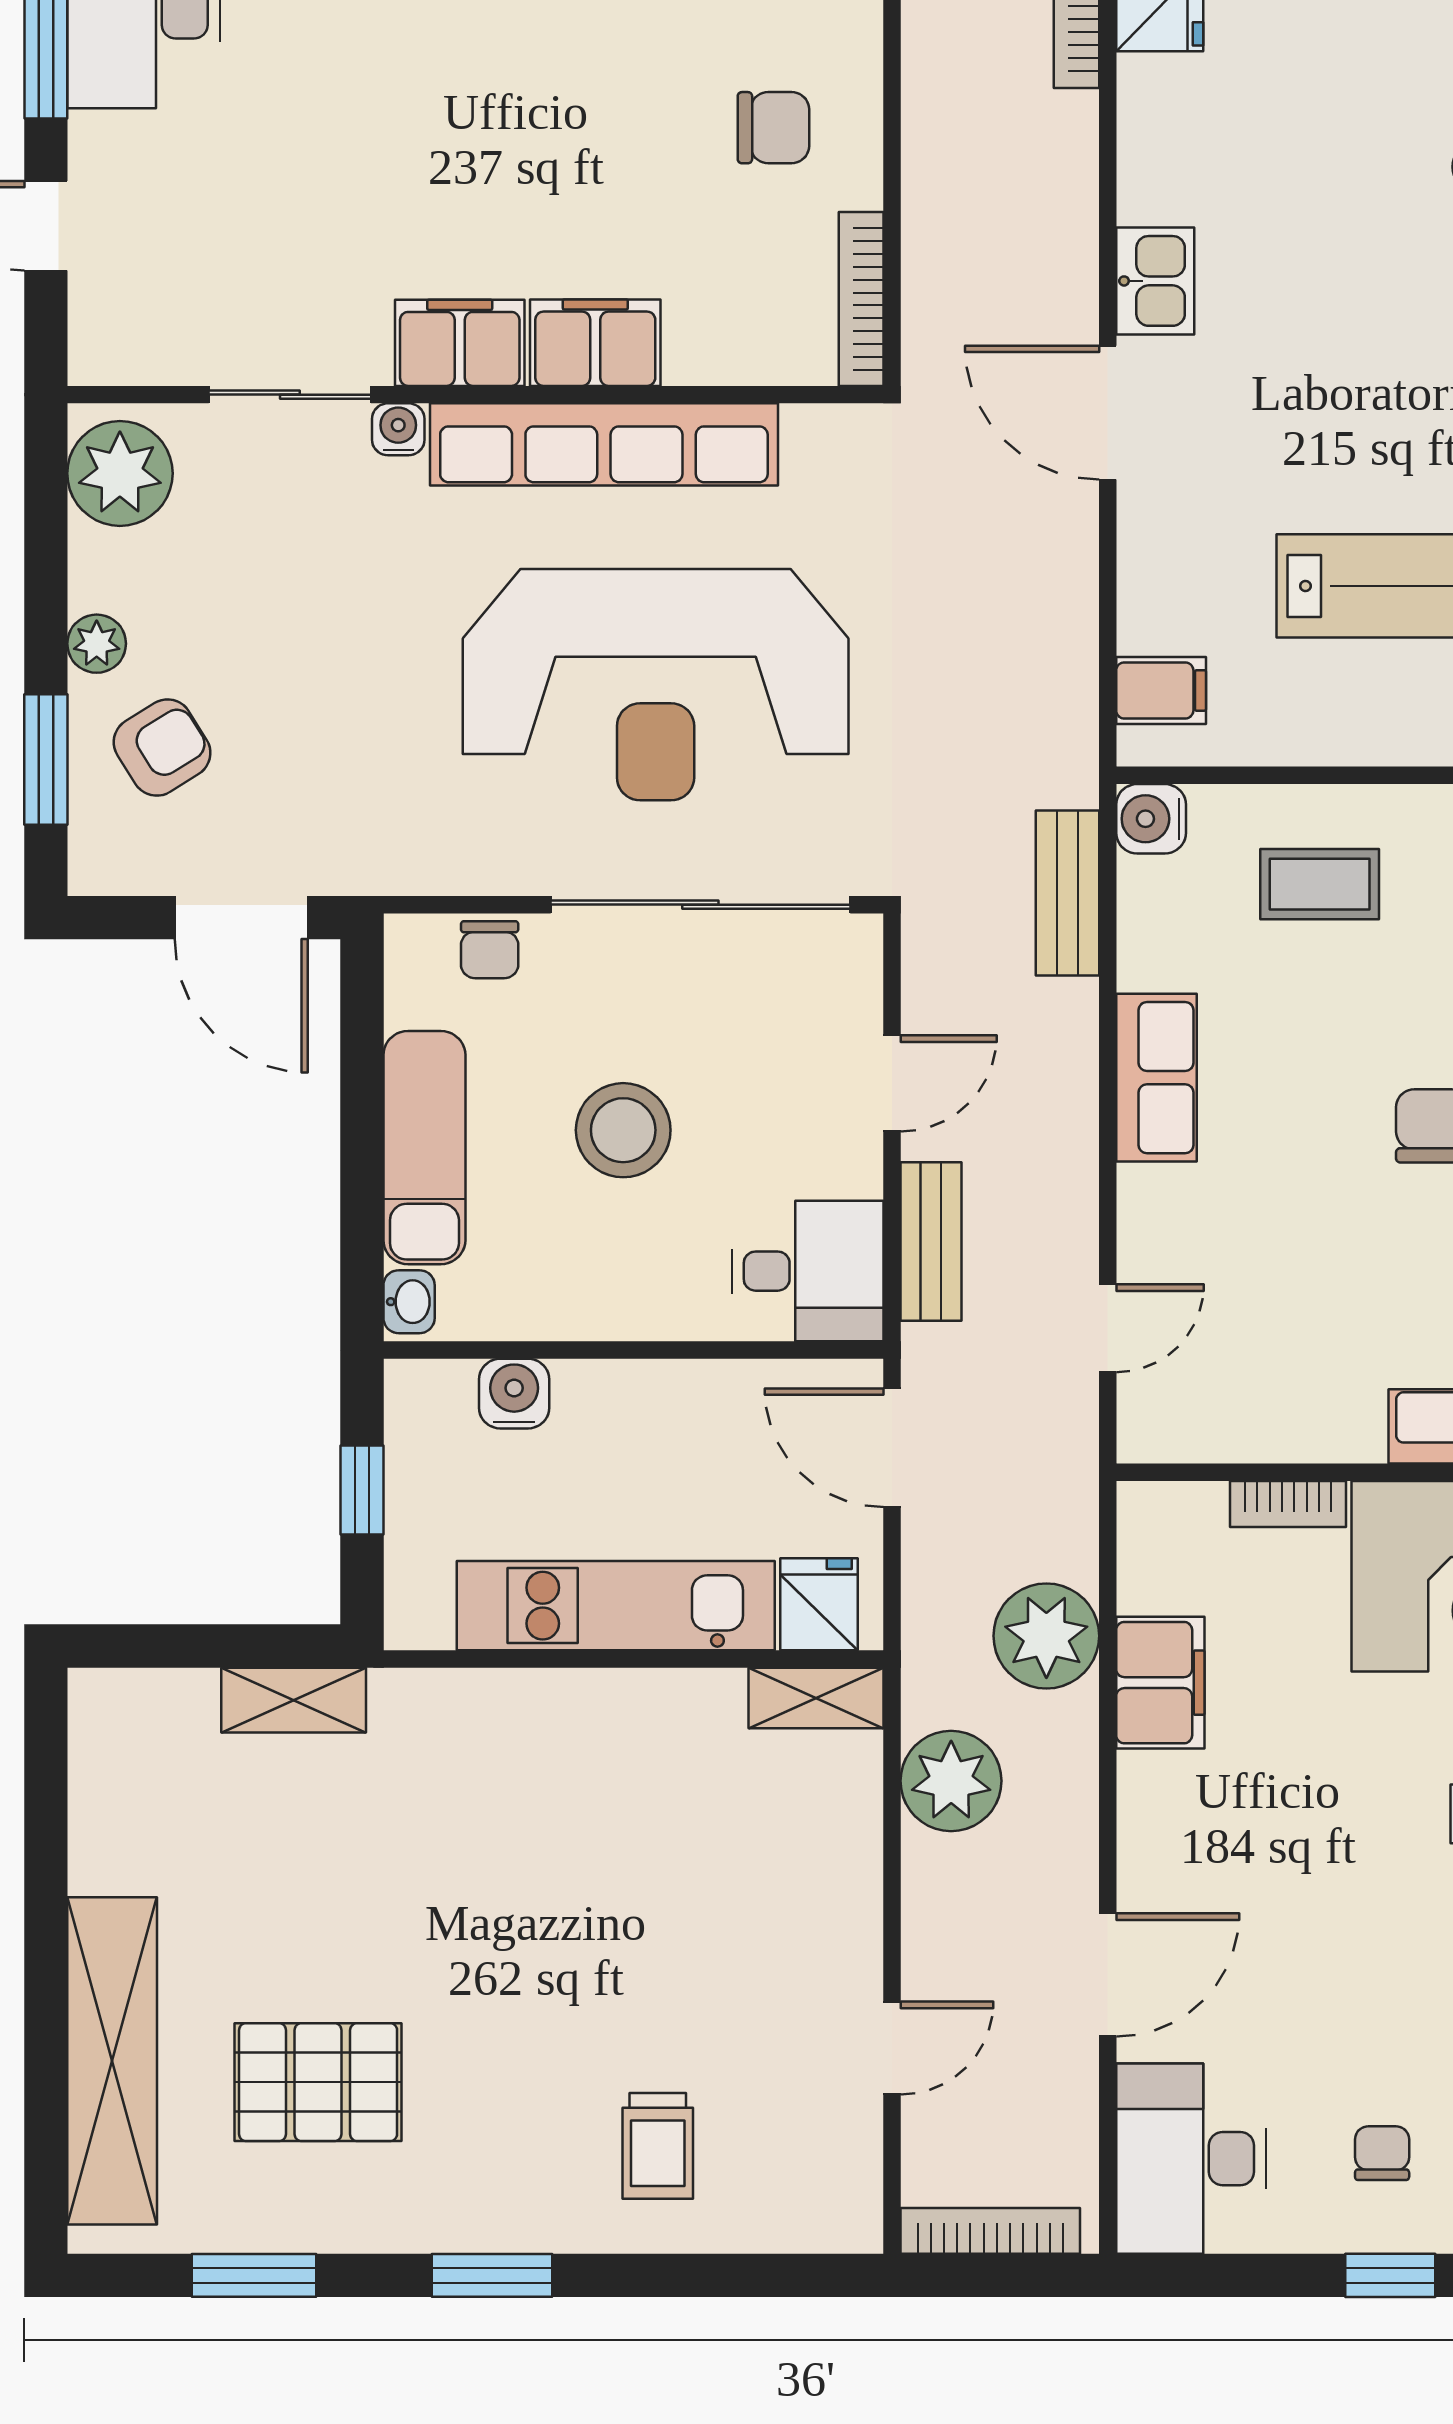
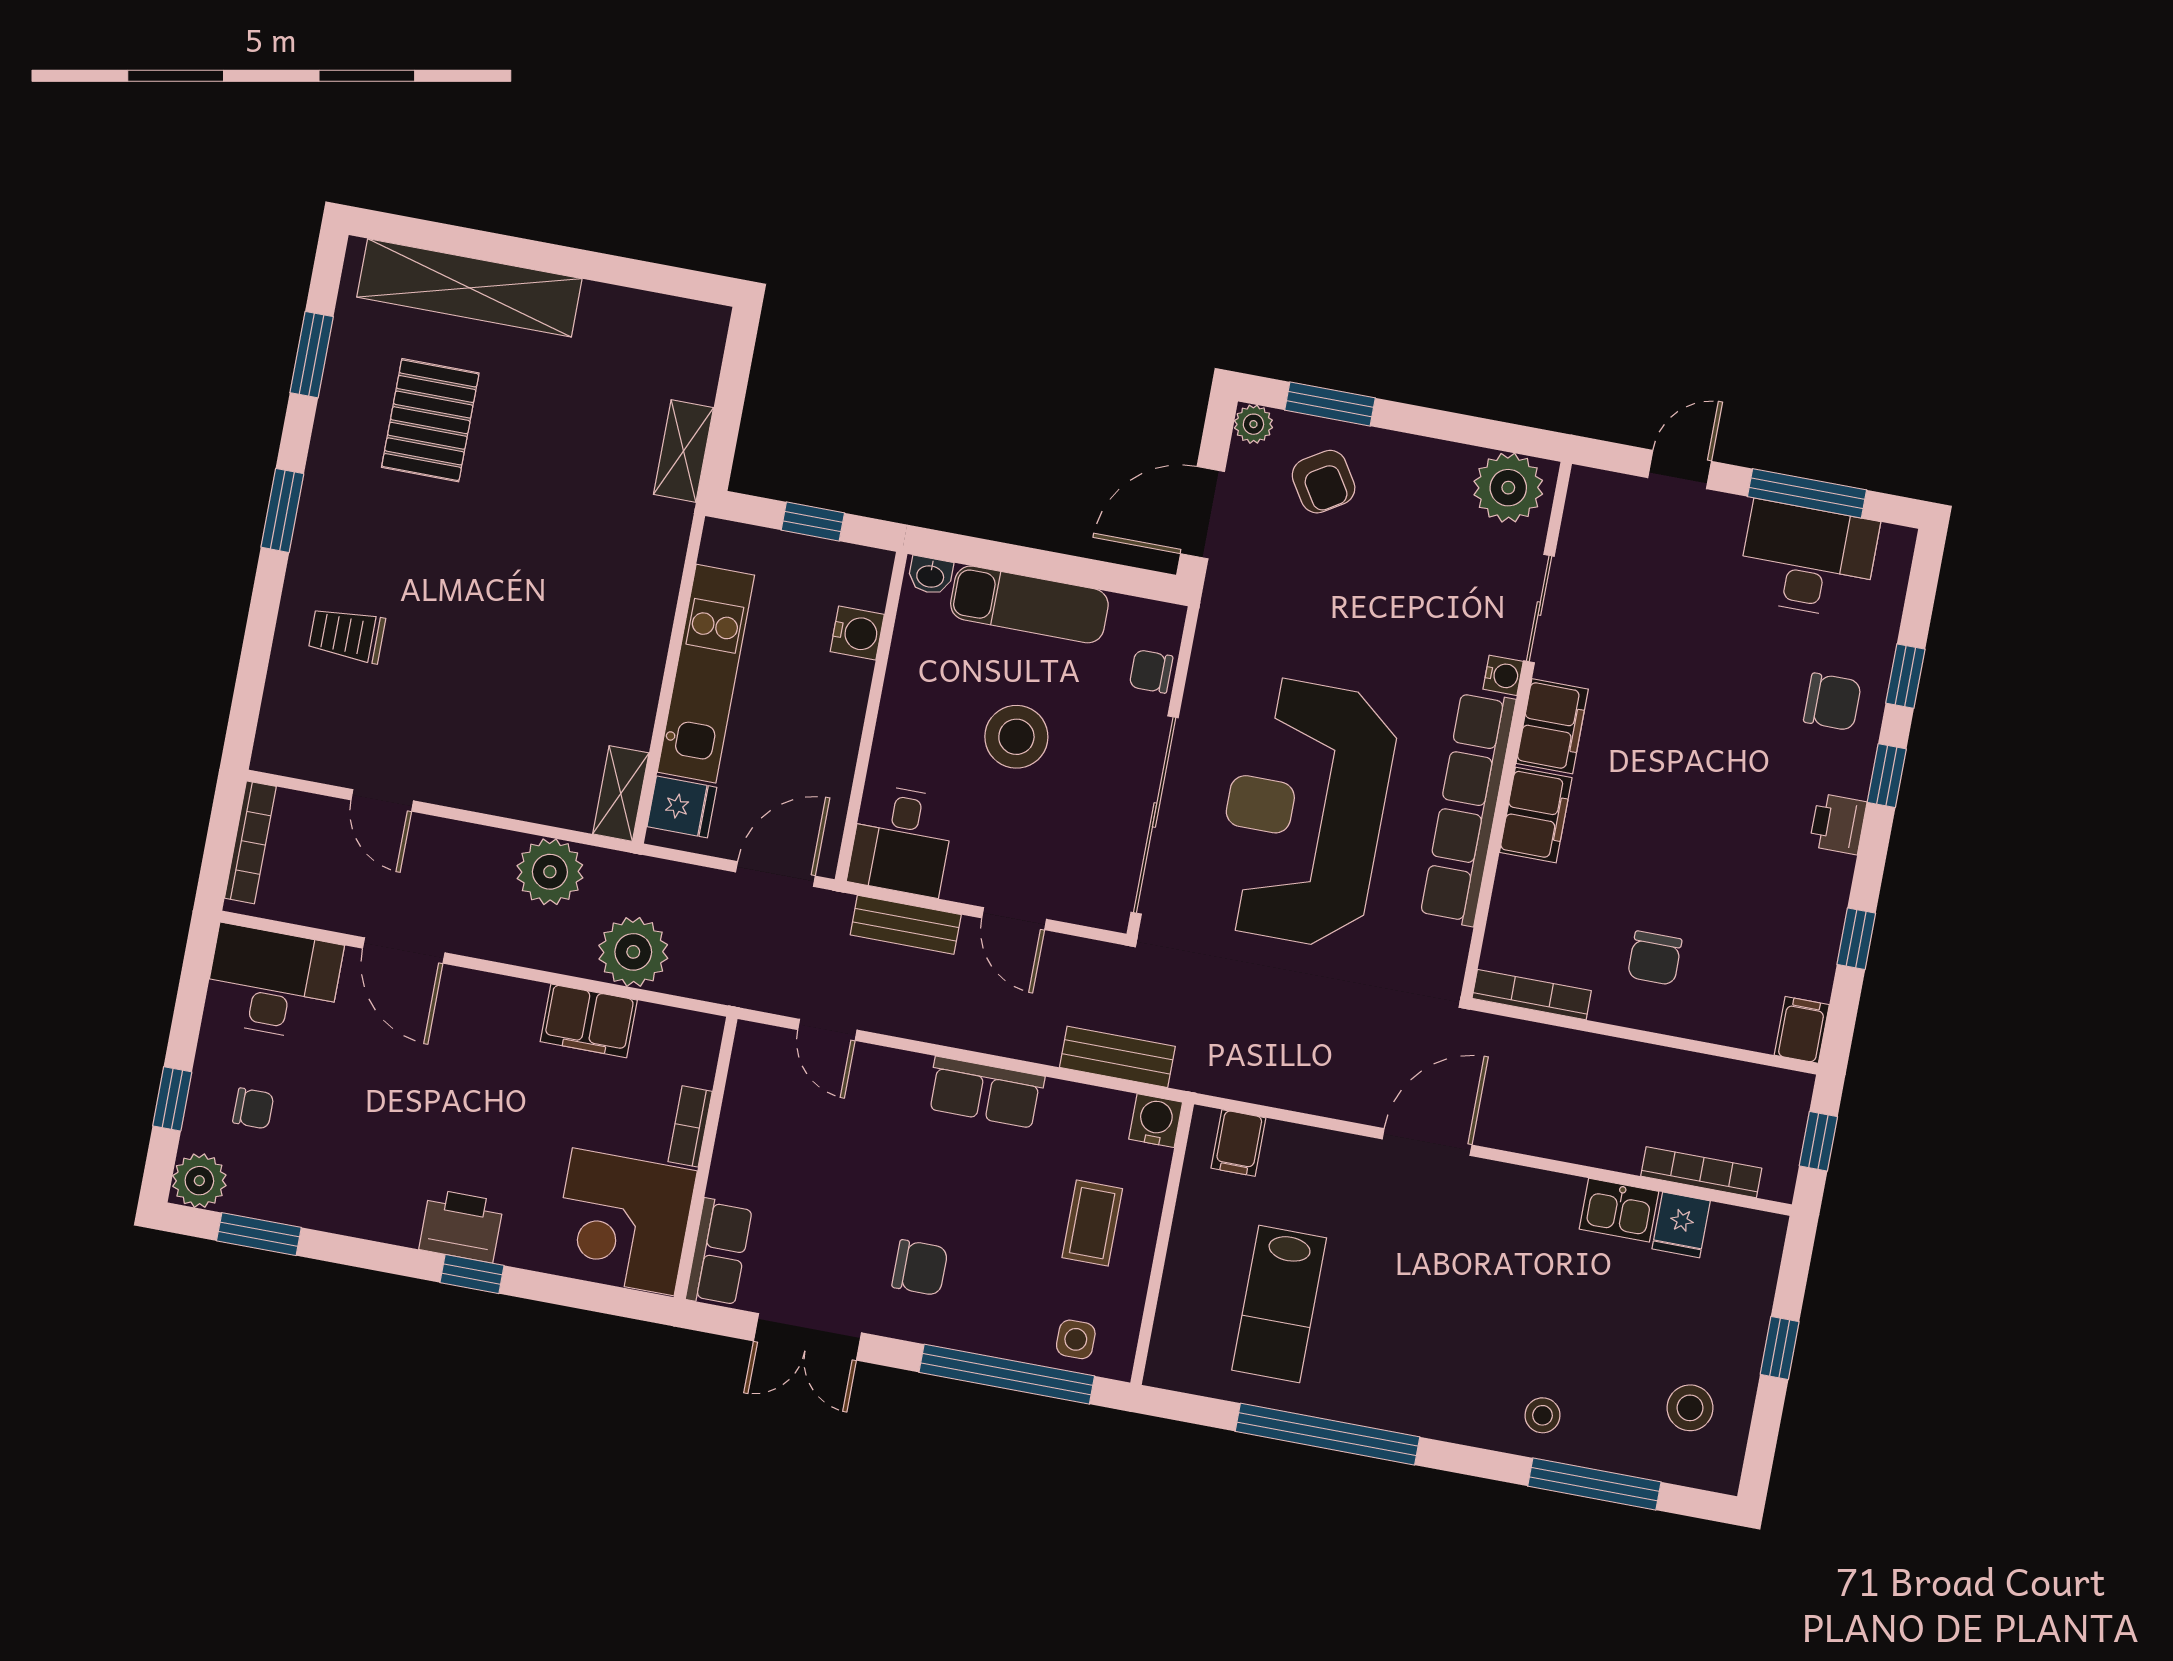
kitchen sink: (1155, 281) -> (1619, 1210), moved
plant: (97, 644) -> (1253, 424), moved

